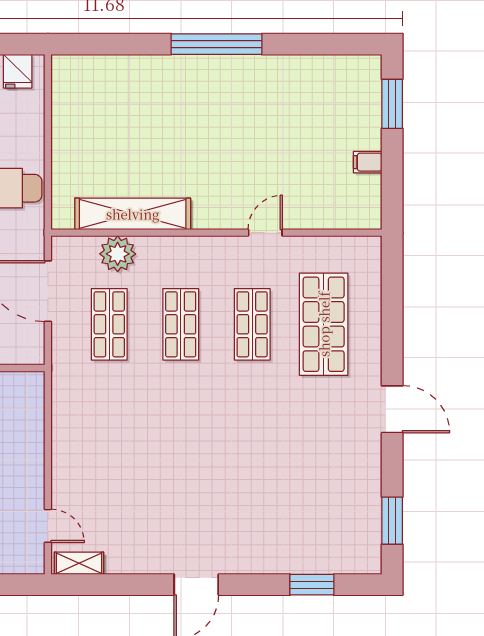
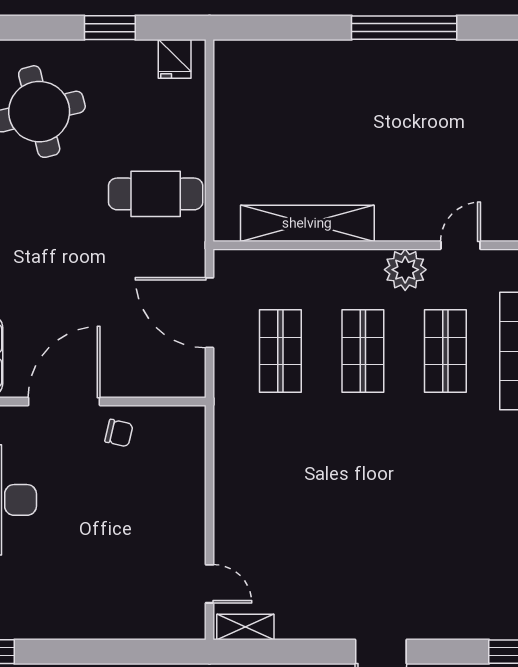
plant: (118, 254) -> (405, 270), moved

